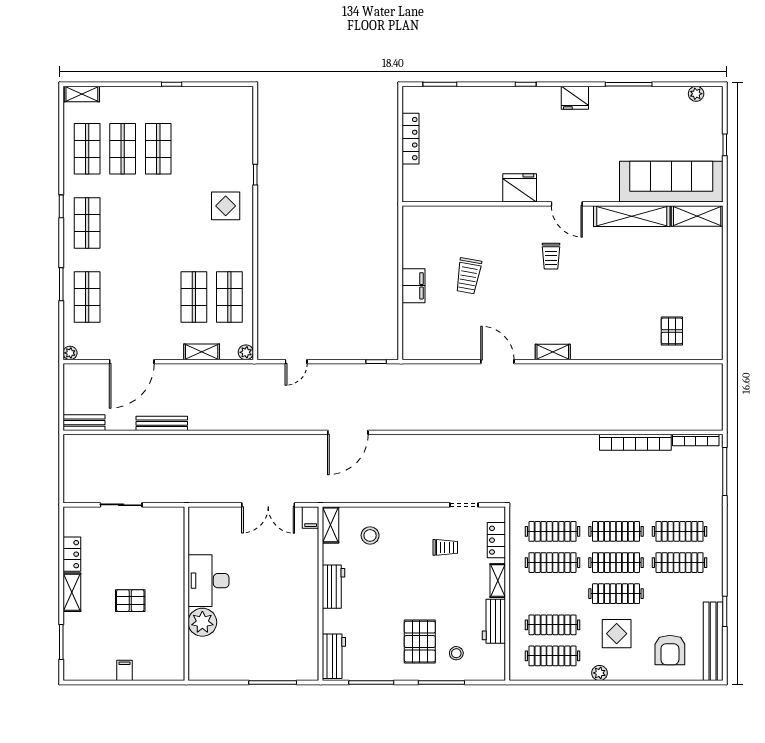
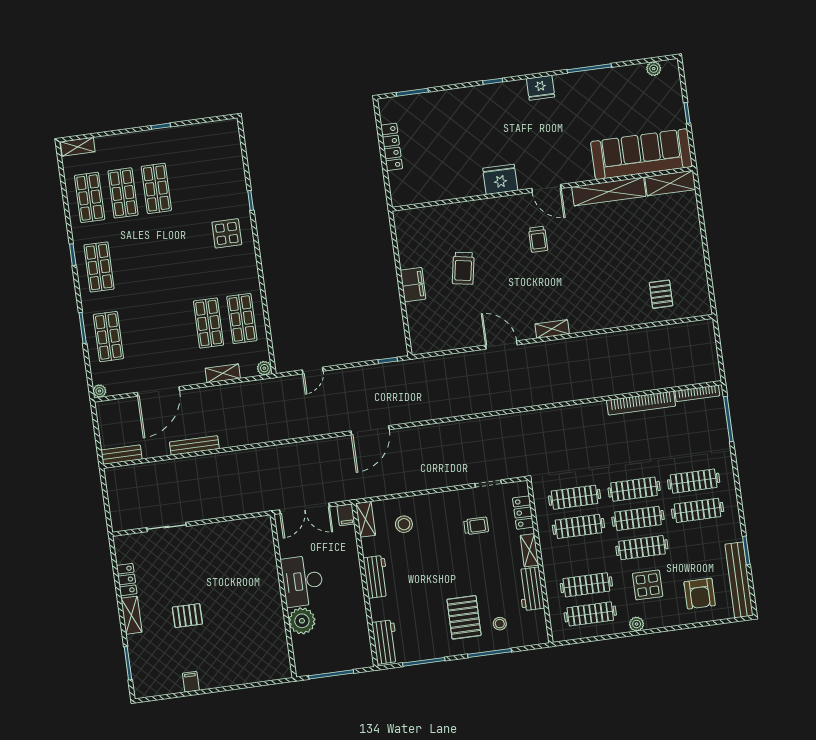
desk: (209, 581) -> (302, 581), moved
wall: (186, 594) -> (283, 596), moved
plant: (202, 622) -> (302, 621), moved

